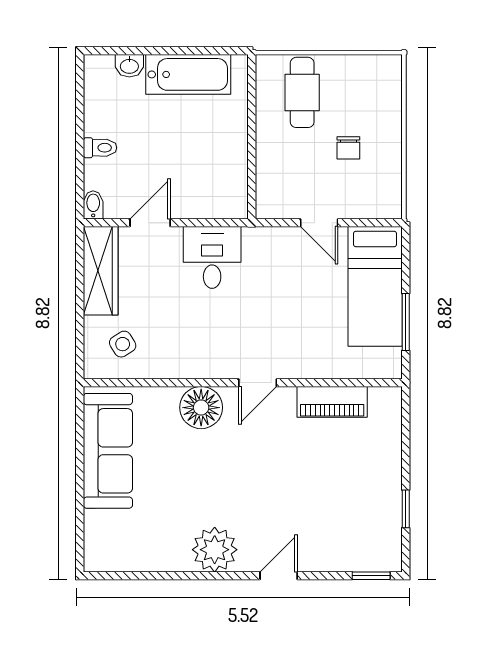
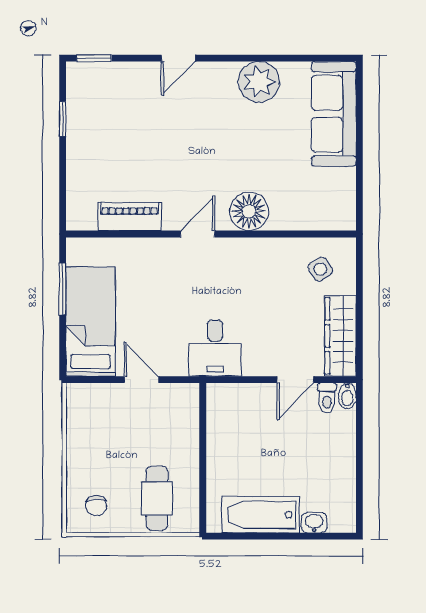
toilet: (100, 148) -> (327, 398), moved, turned -90
chair: (348, 148) -> (96, 506), moved, turned 180
desk: (212, 257) -> (215, 348), moved
sofa: (108, 451) -> (334, 114), moved
plant: (215, 550) -> (259, 82), moved

